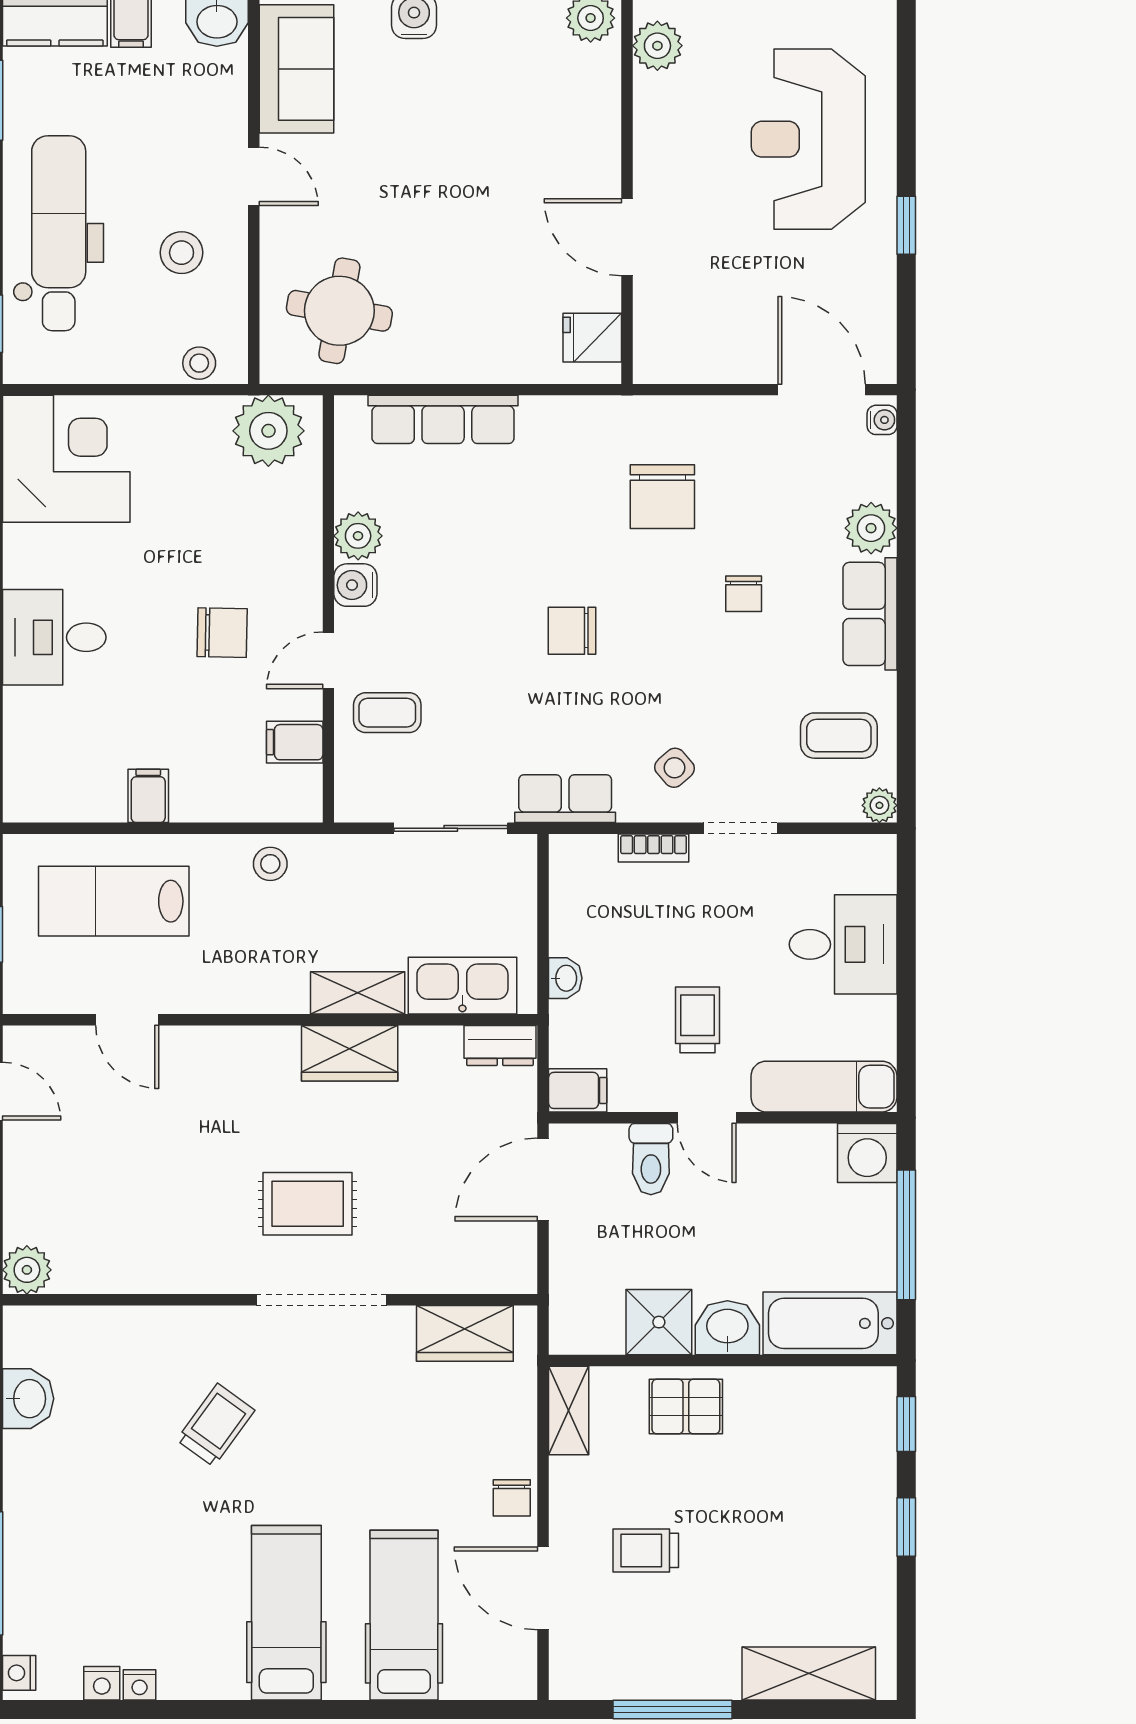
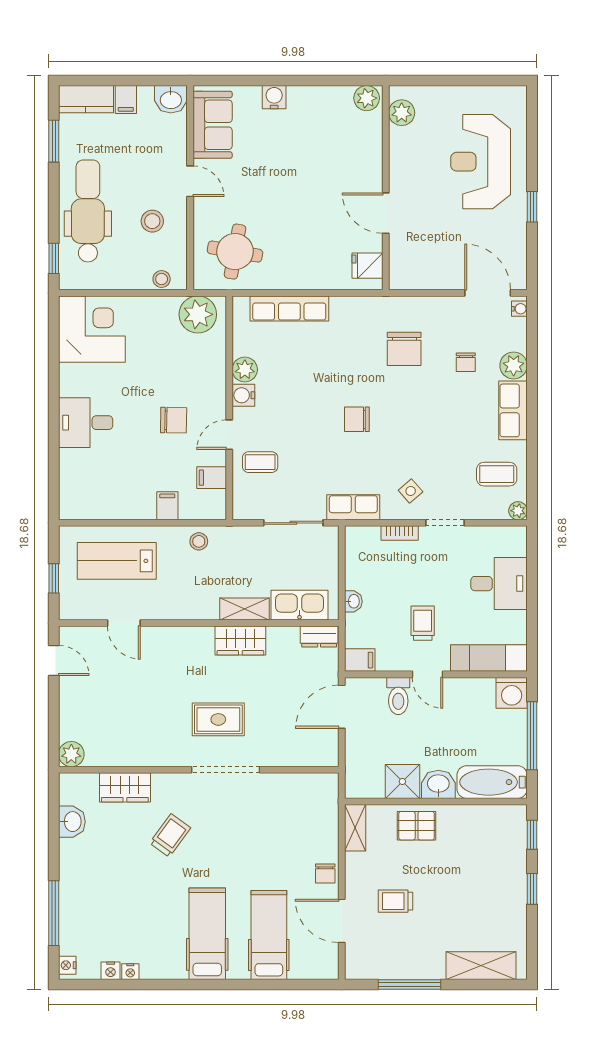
chair: (744, 594) -> (466, 362), moved
filing cabinet: (148, 796) -> (167, 506), moved
wardrobe: (465, 1333) -> (125, 787), moved

